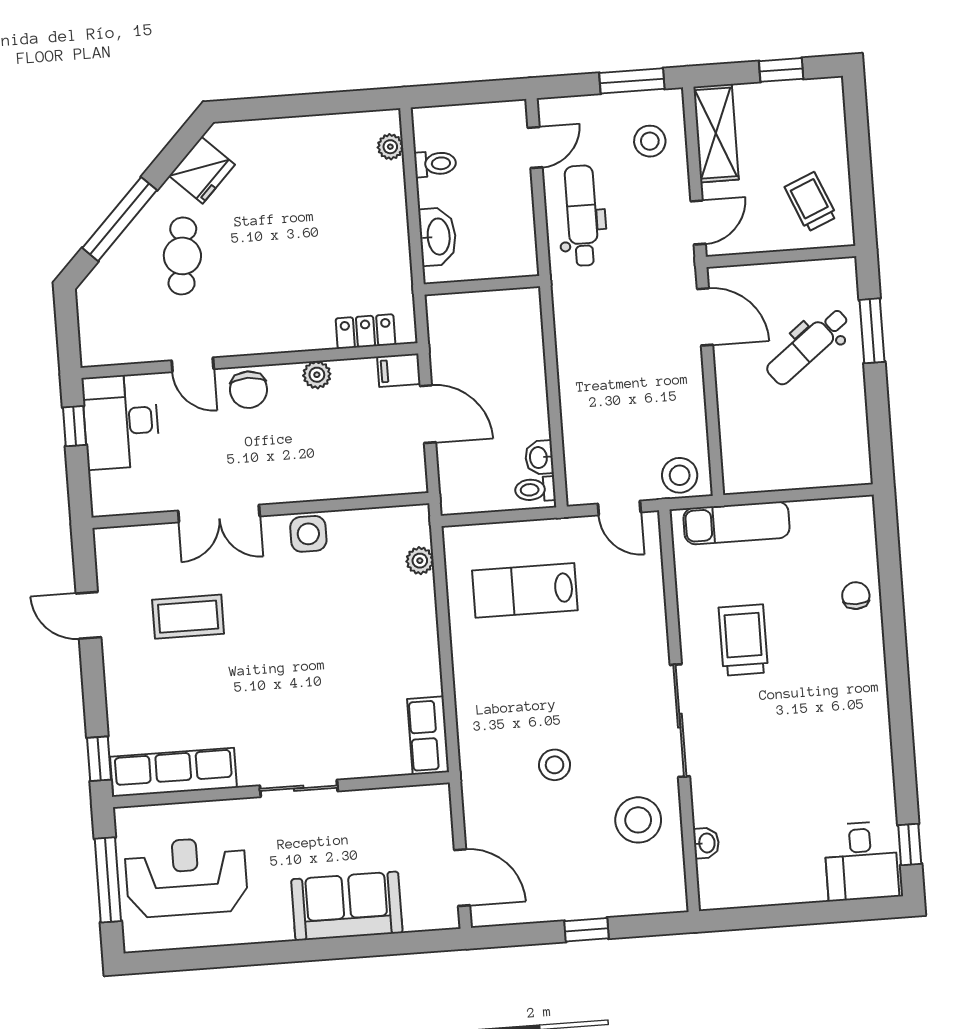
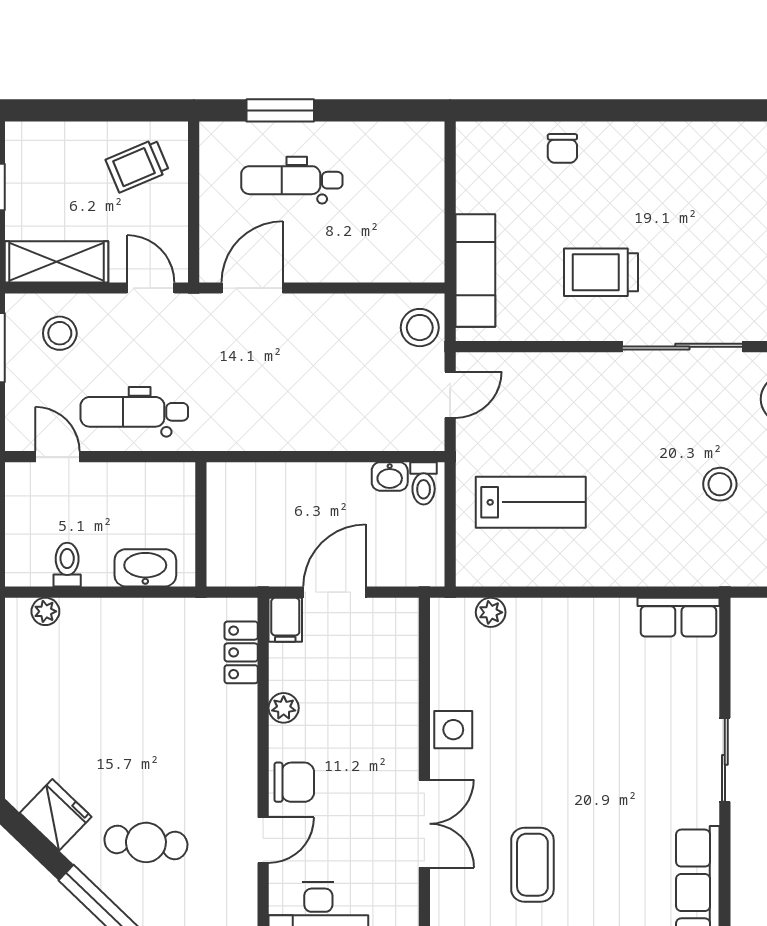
dental chair: (808, 346) -> (292, 180), turned 128
lab bench: (525, 590) -> (531, 502), turned -90
chair: (856, 596) -> (562, 148), turned -90

